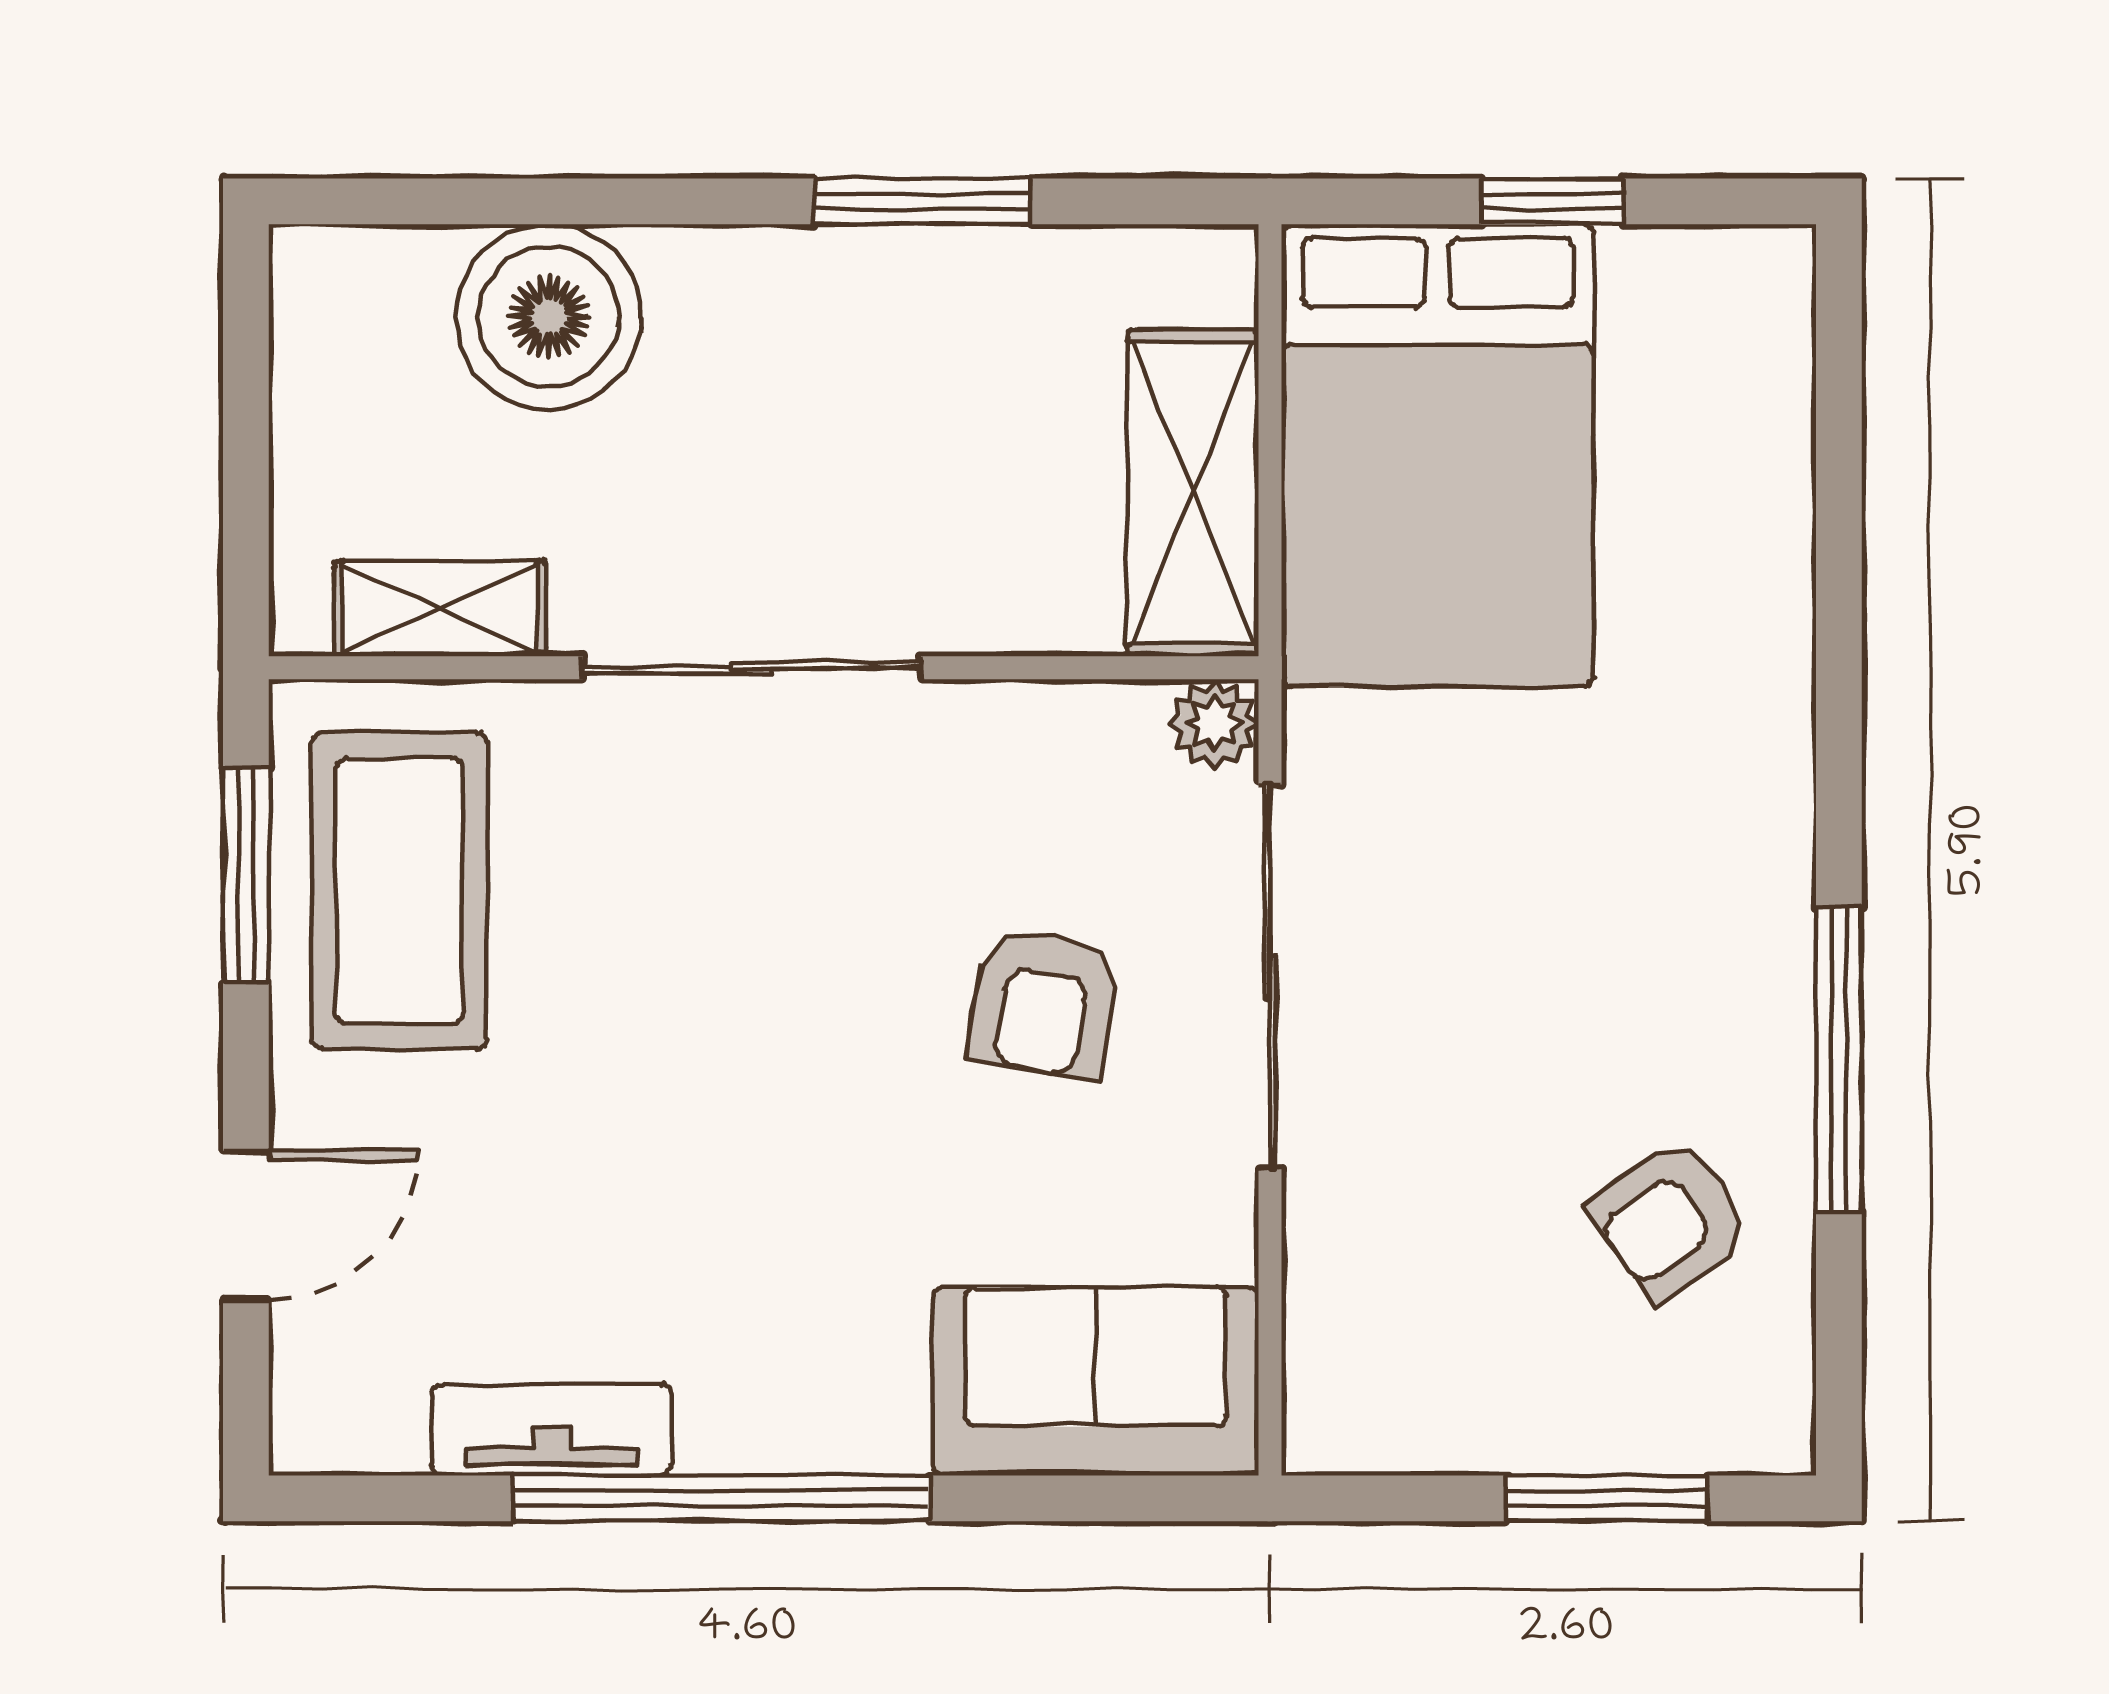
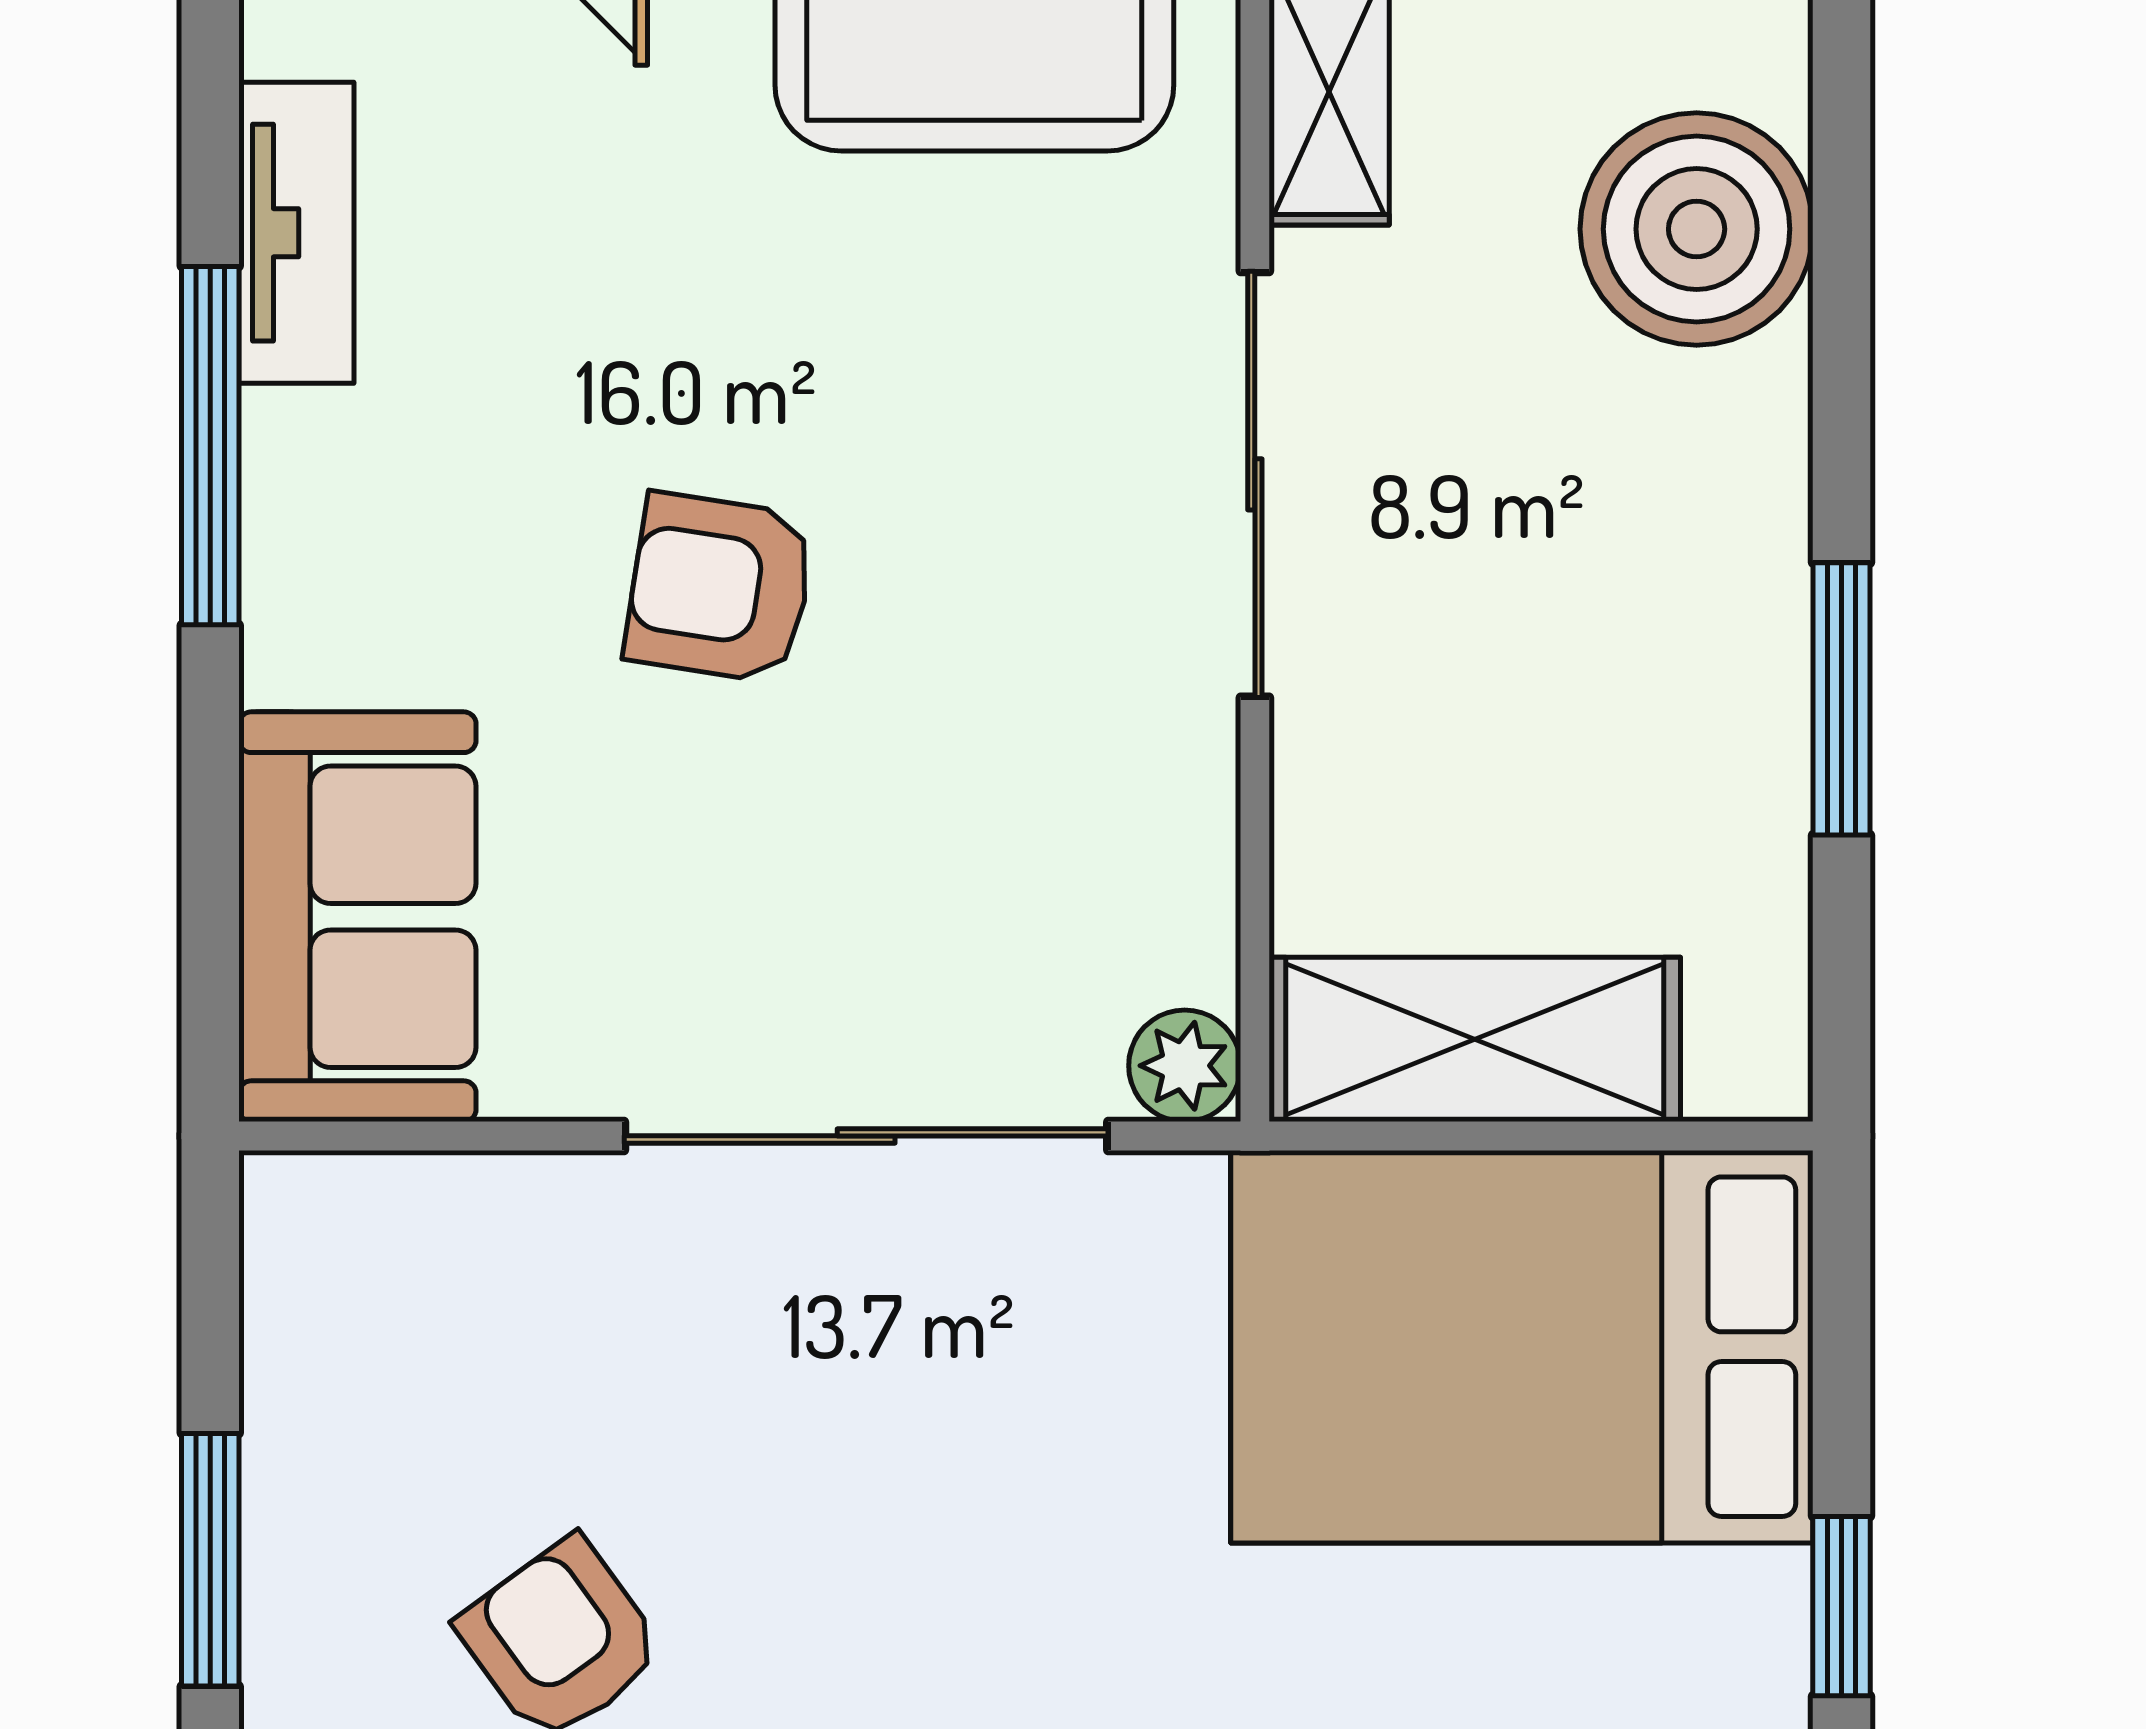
window: (1552, 201) -> (1842, 1606), moved
armchair: (1044, 1003) -> (720, 588), moved
window: (721, 1498) -> (210, 446), width x0.68

